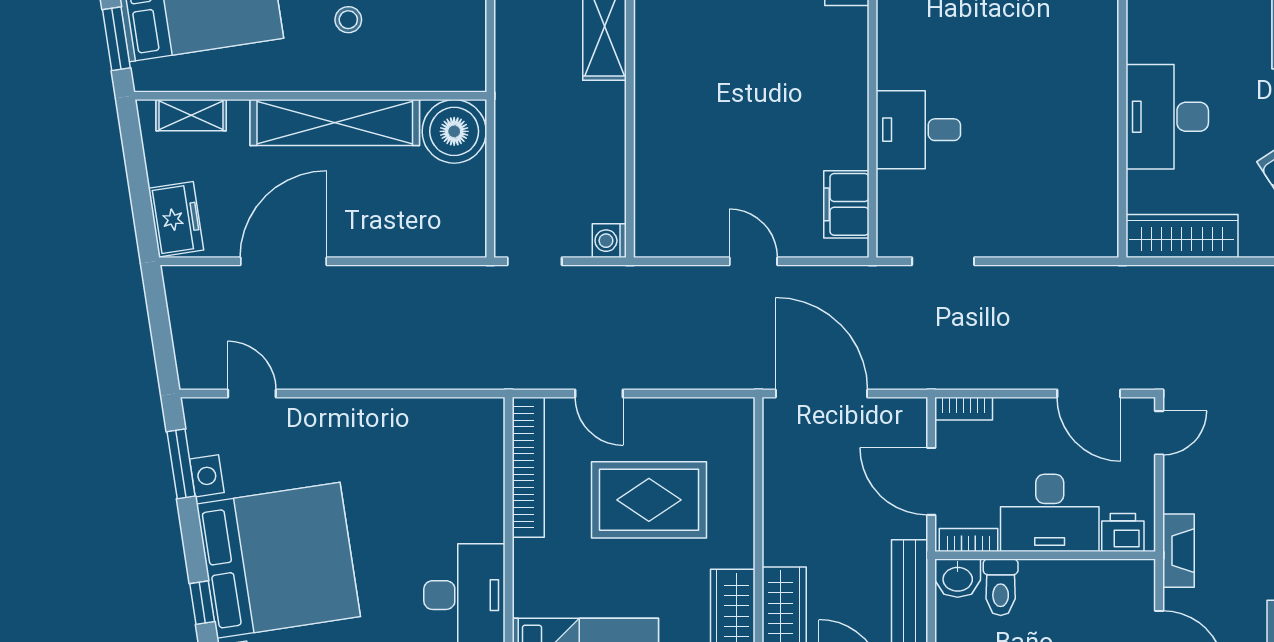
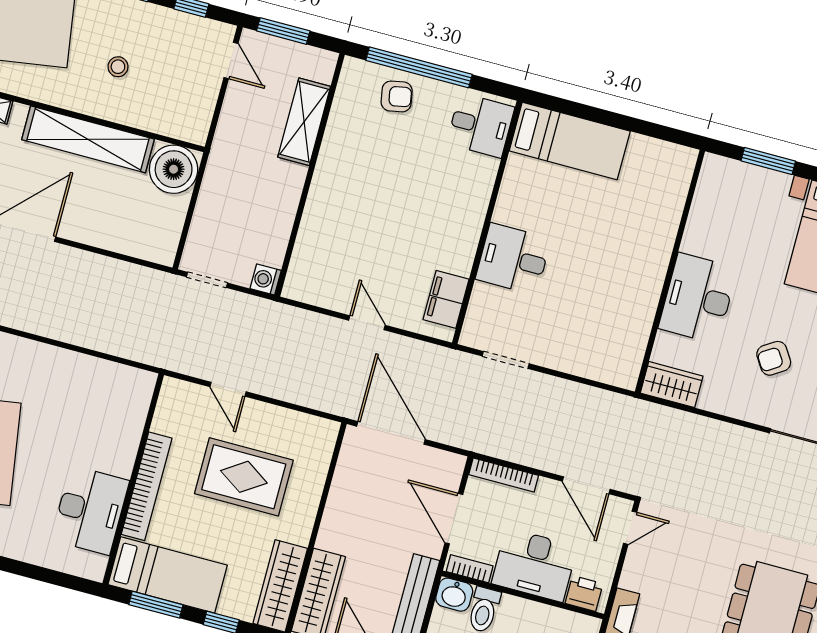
wardrobe: (1182, 236) -> (672, 385), width x0.67
bookcase: (964, 409) -> (504, 475), width x1.56
bookcase: (528, 467) -> (147, 486), moved

